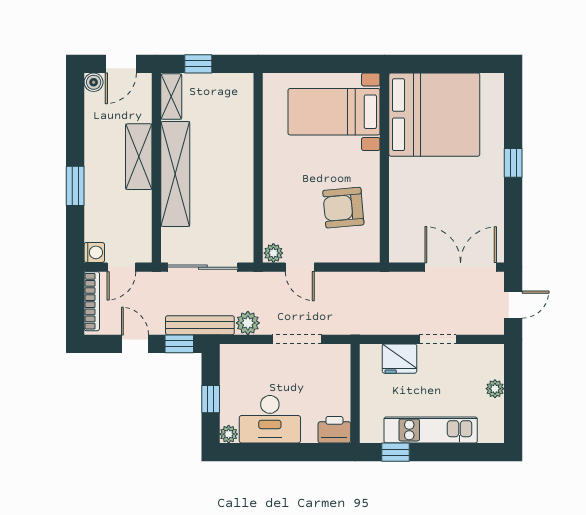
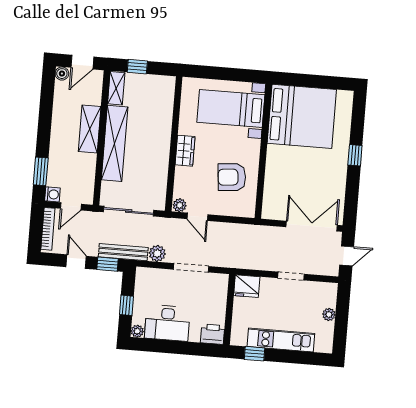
wardrobe: (275, 176) -> (185, 151), added
window: (75, 186) -> (41, 171), moved
fridge: (399, 359) -> (247, 286), moved

